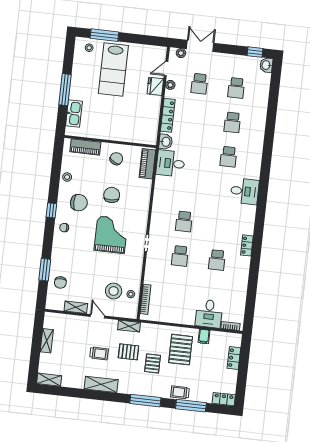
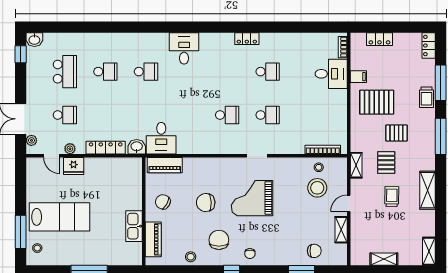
school desk: (236, 88) -> (65, 72), width x1.85
kitchen sink: (74, 113) -> (134, 226), moved, turned -90

